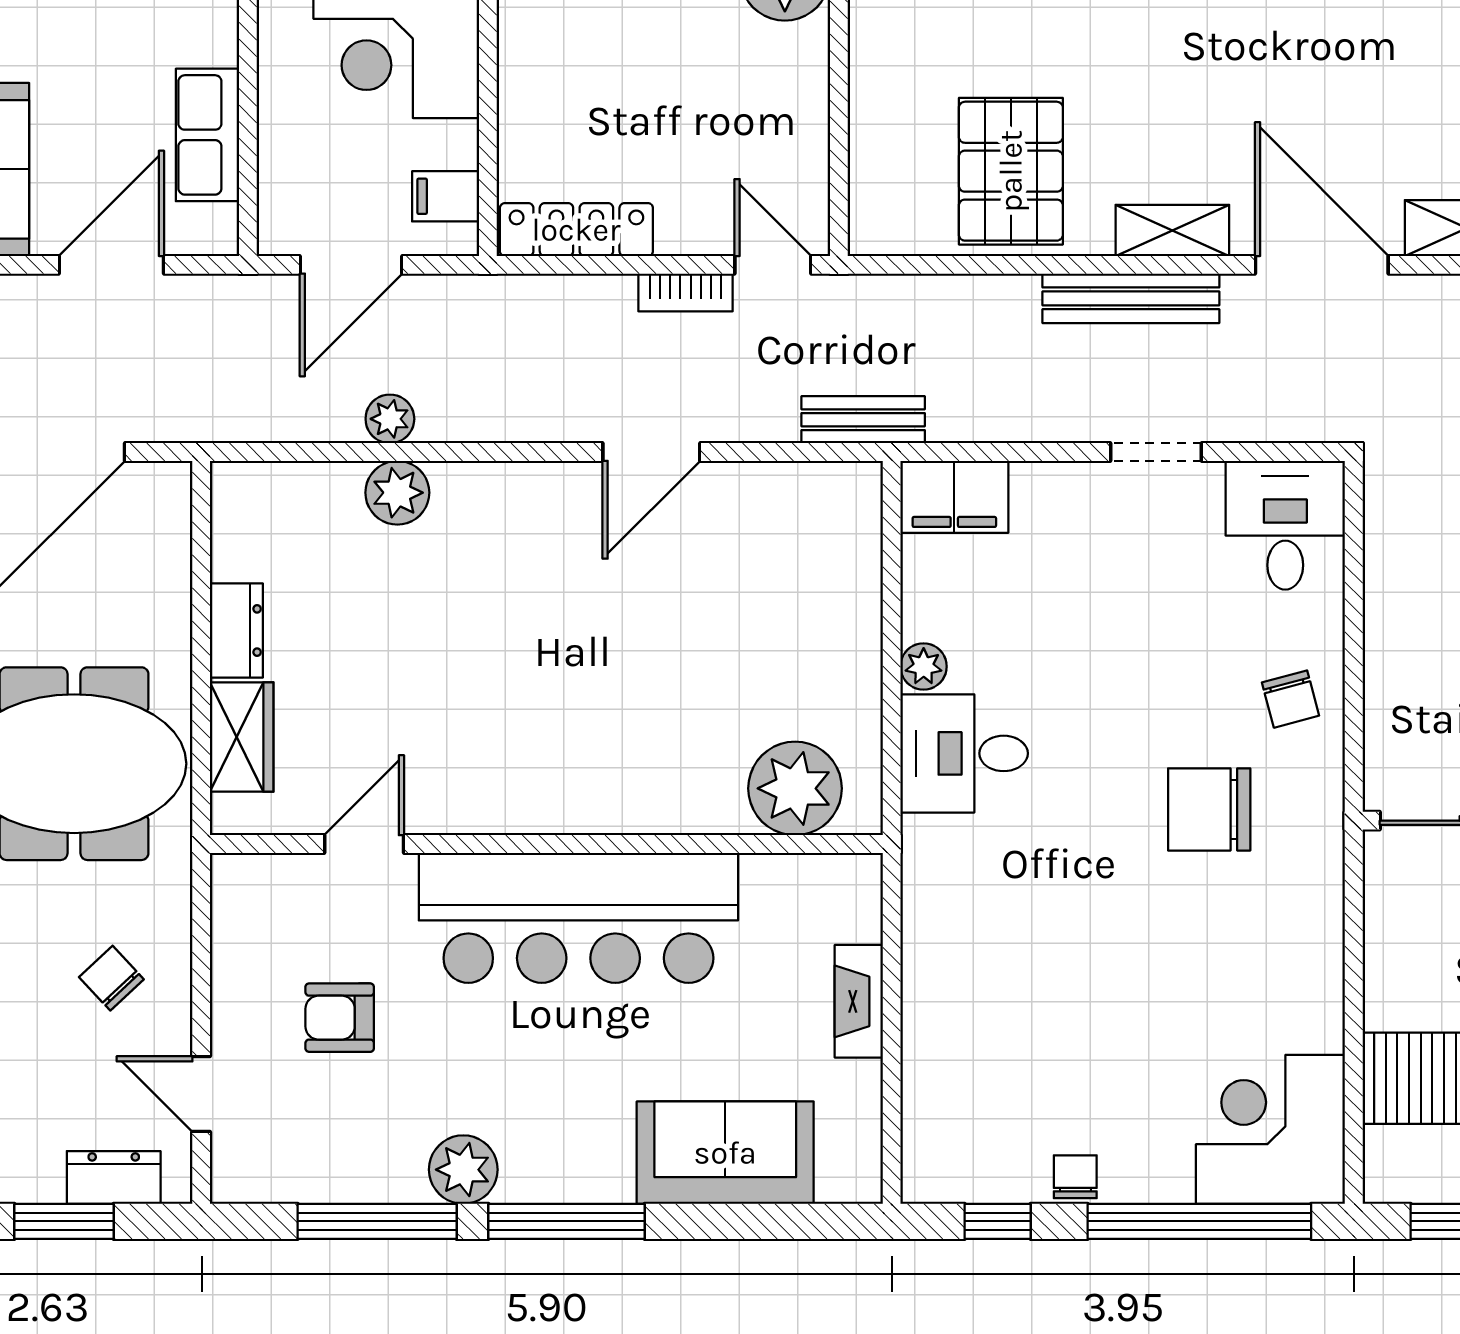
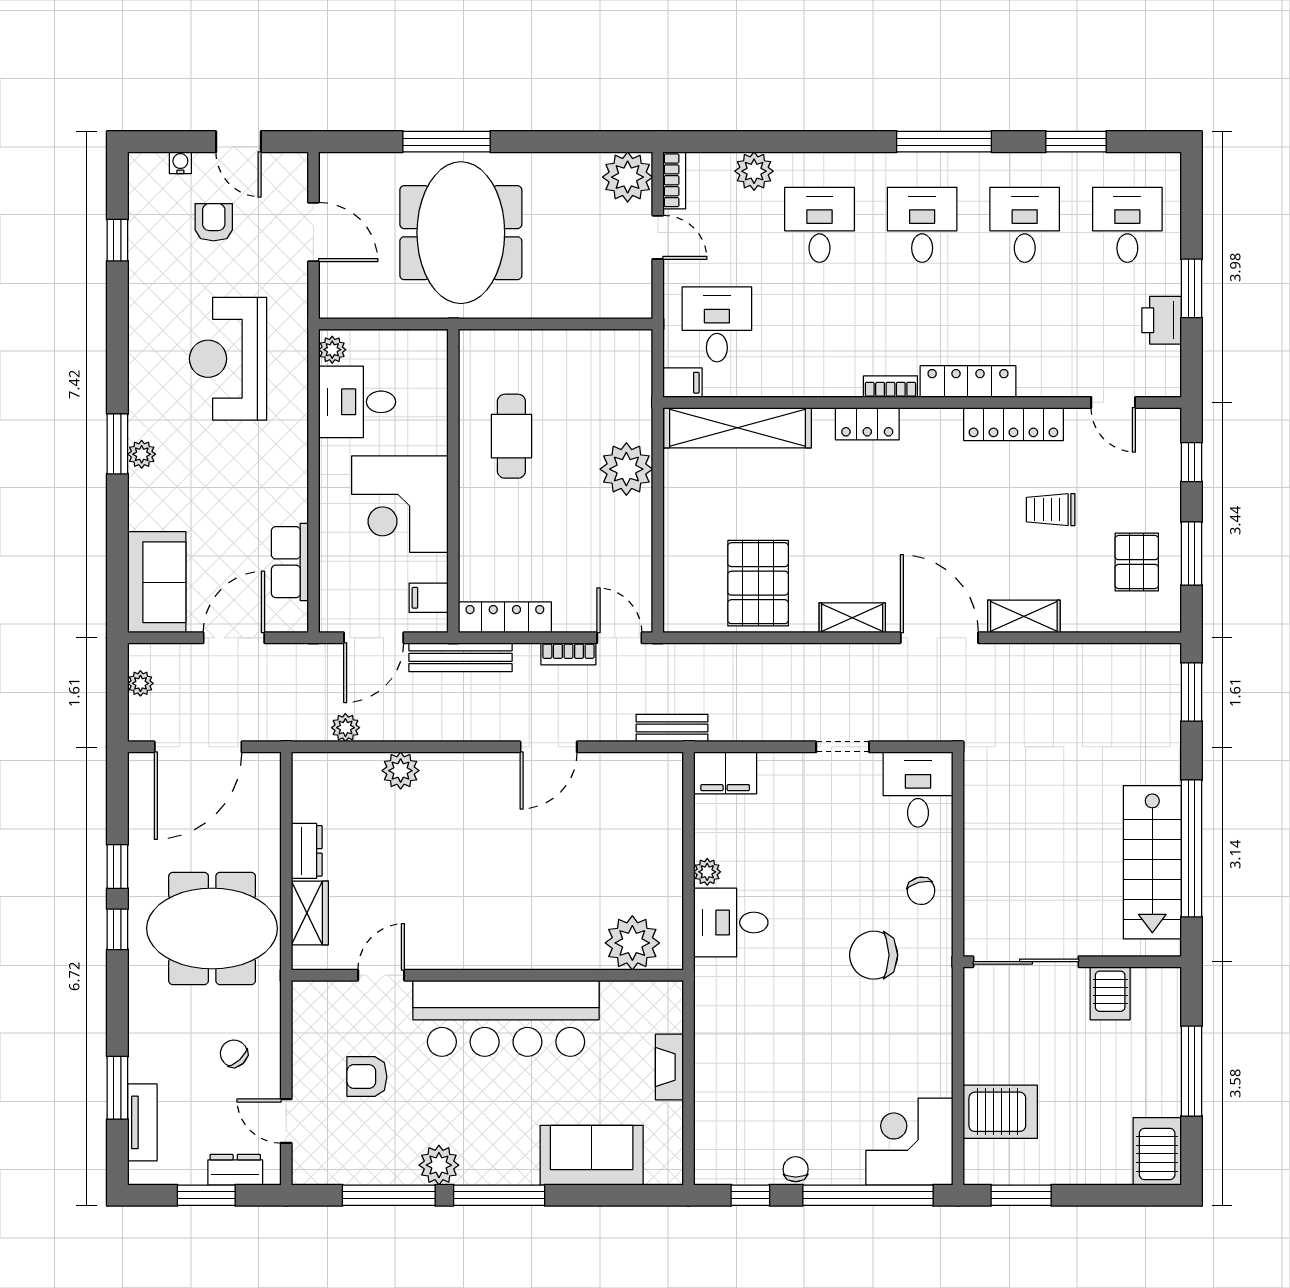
bench: (1131, 298) -> (460, 657), moved
plant: (390, 419) -> (345, 728), moved

